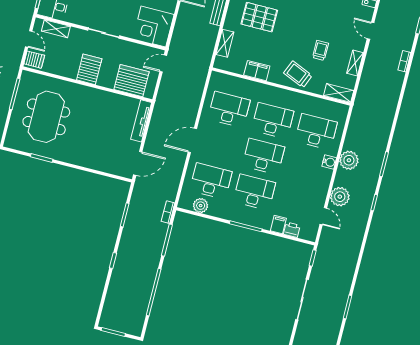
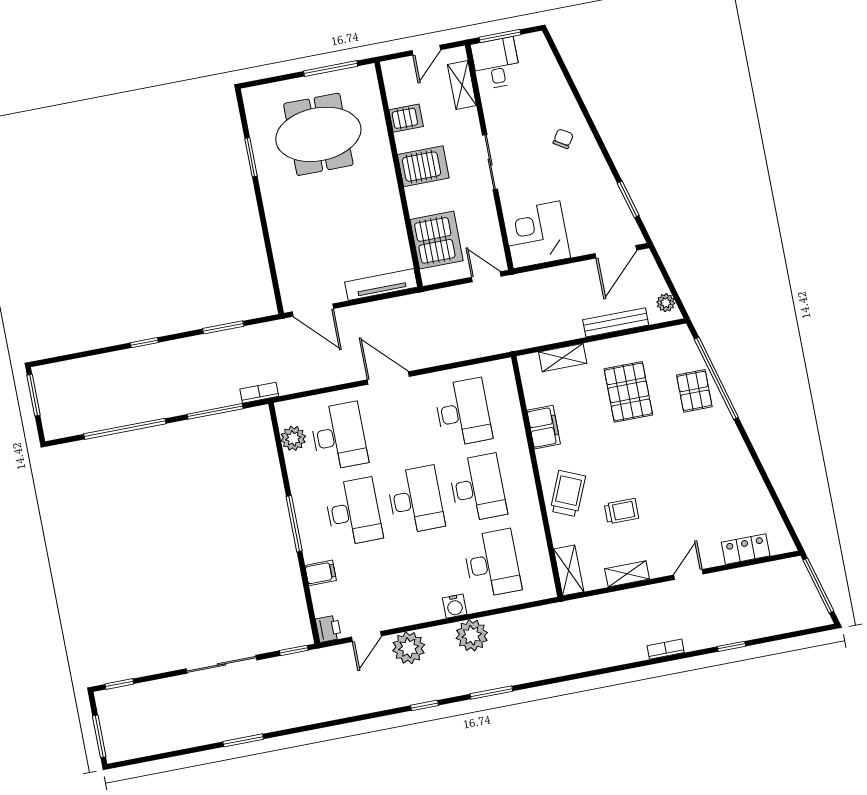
server rack: (34, 60) -> (406, 118), moved, turned -90
printer: (292, 230) -> (328, 629), moved

